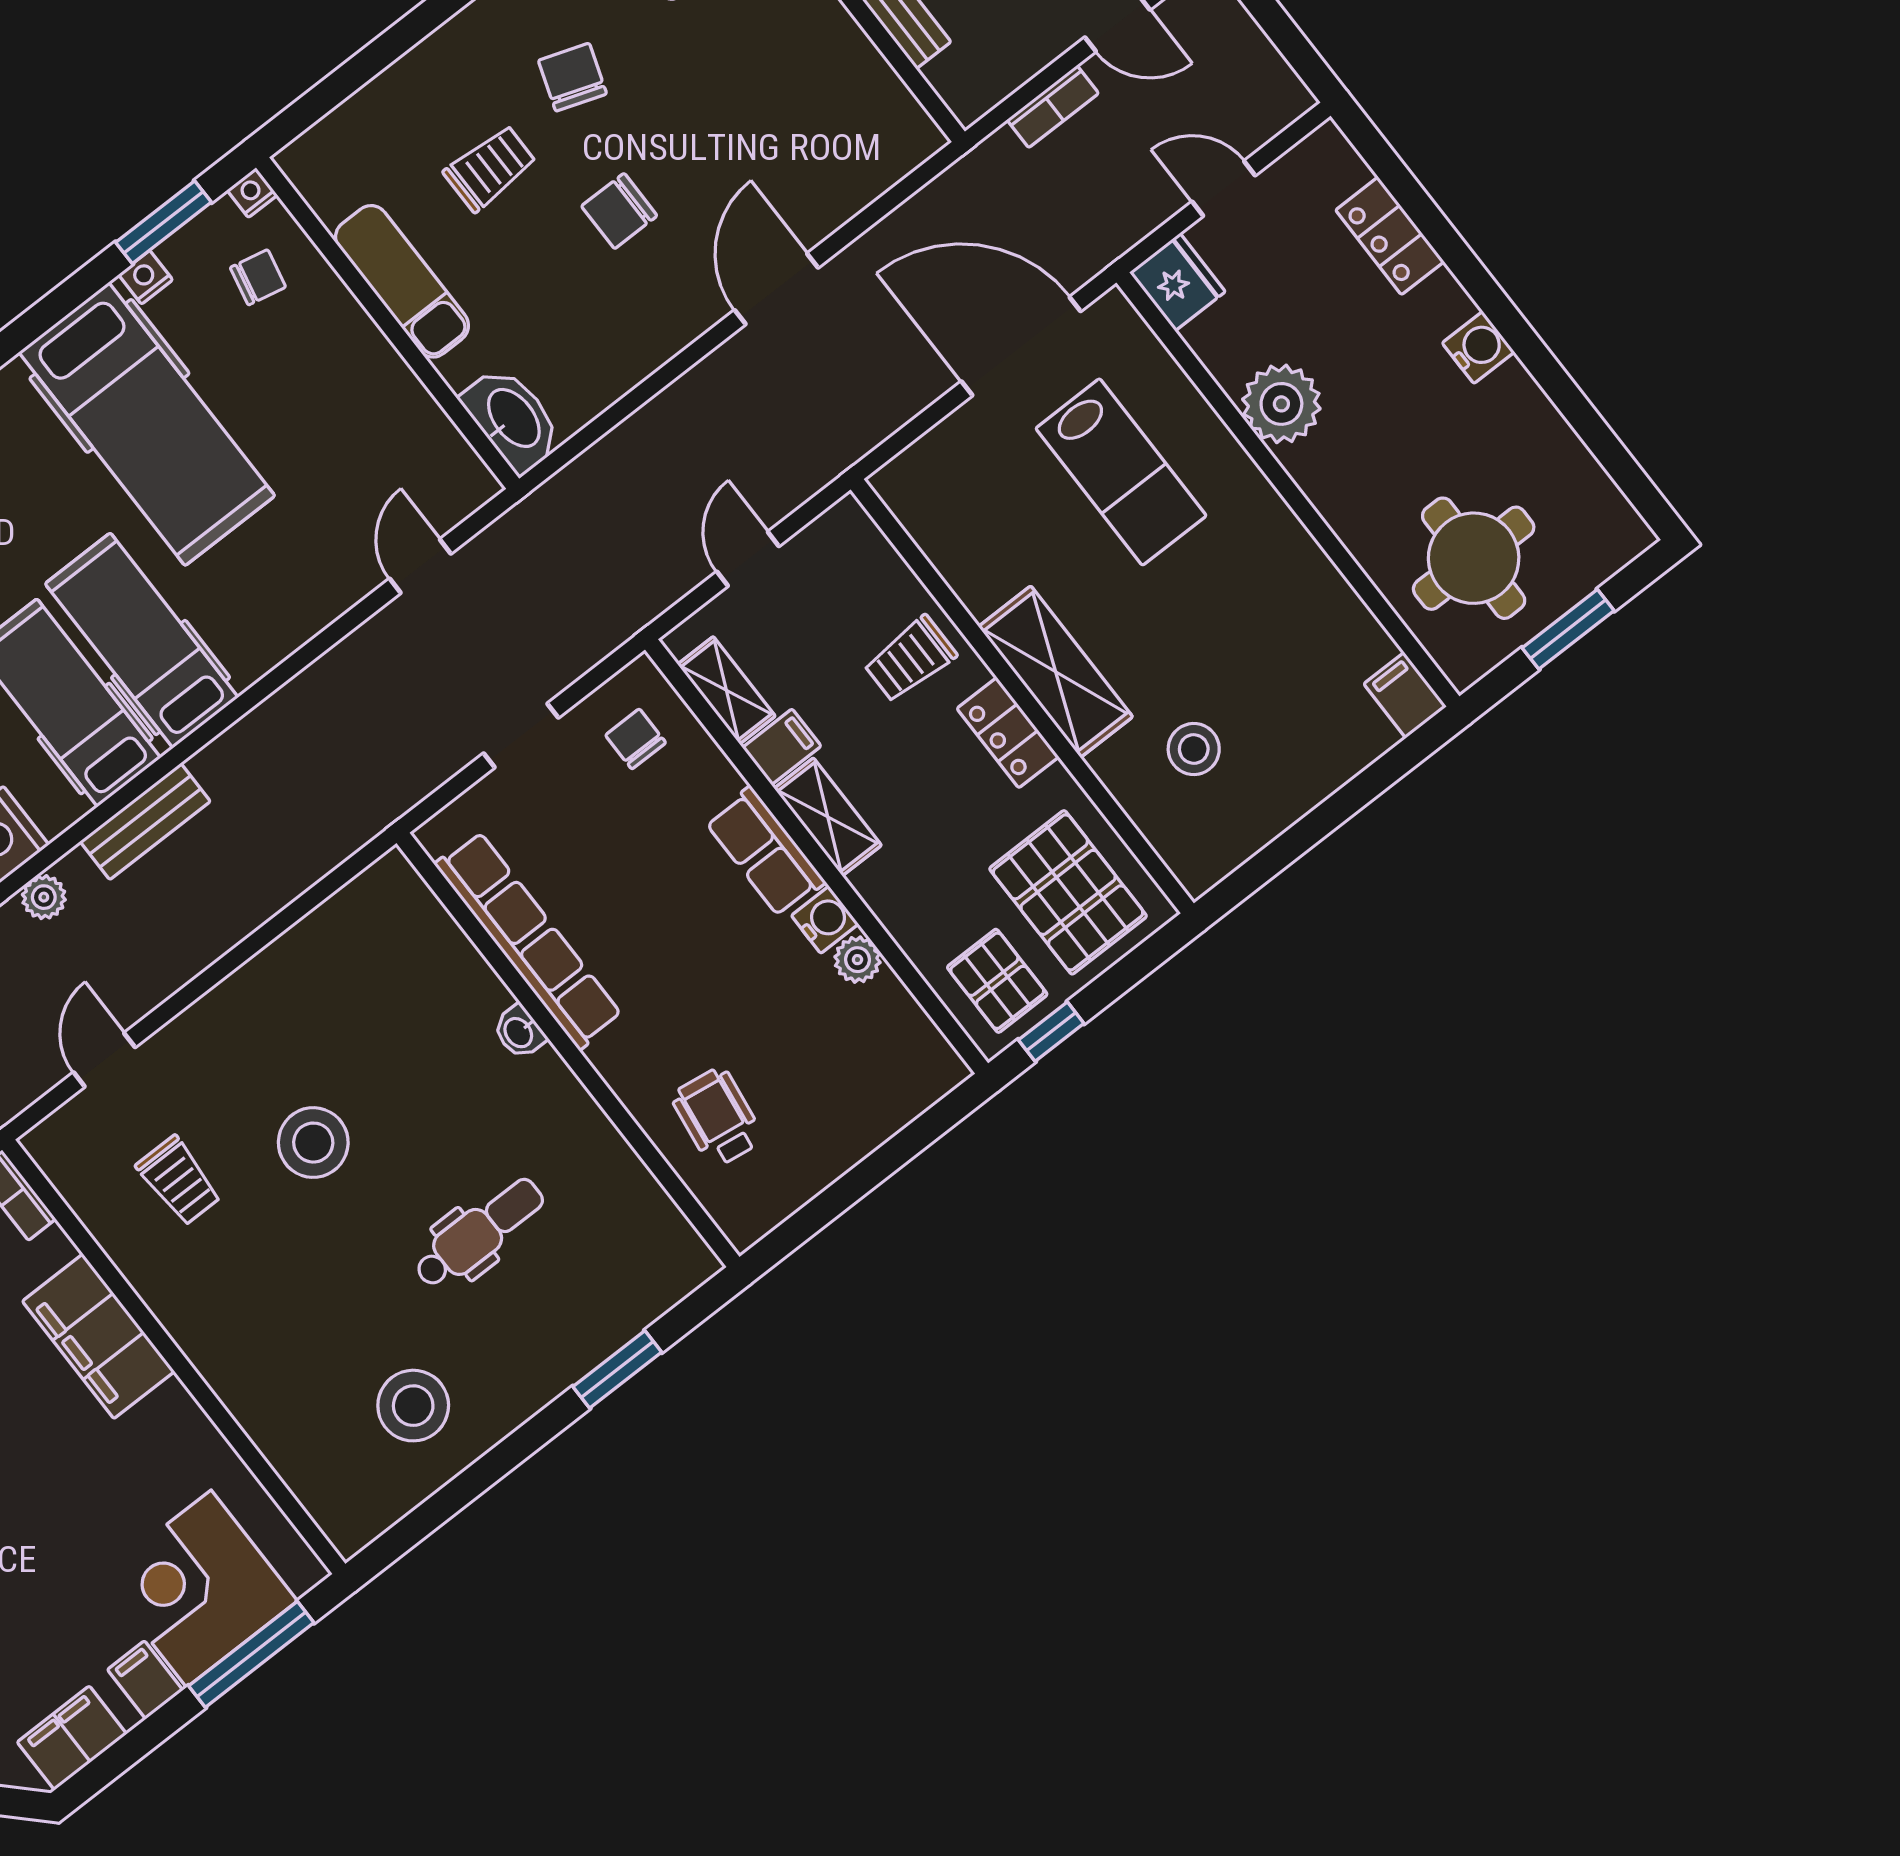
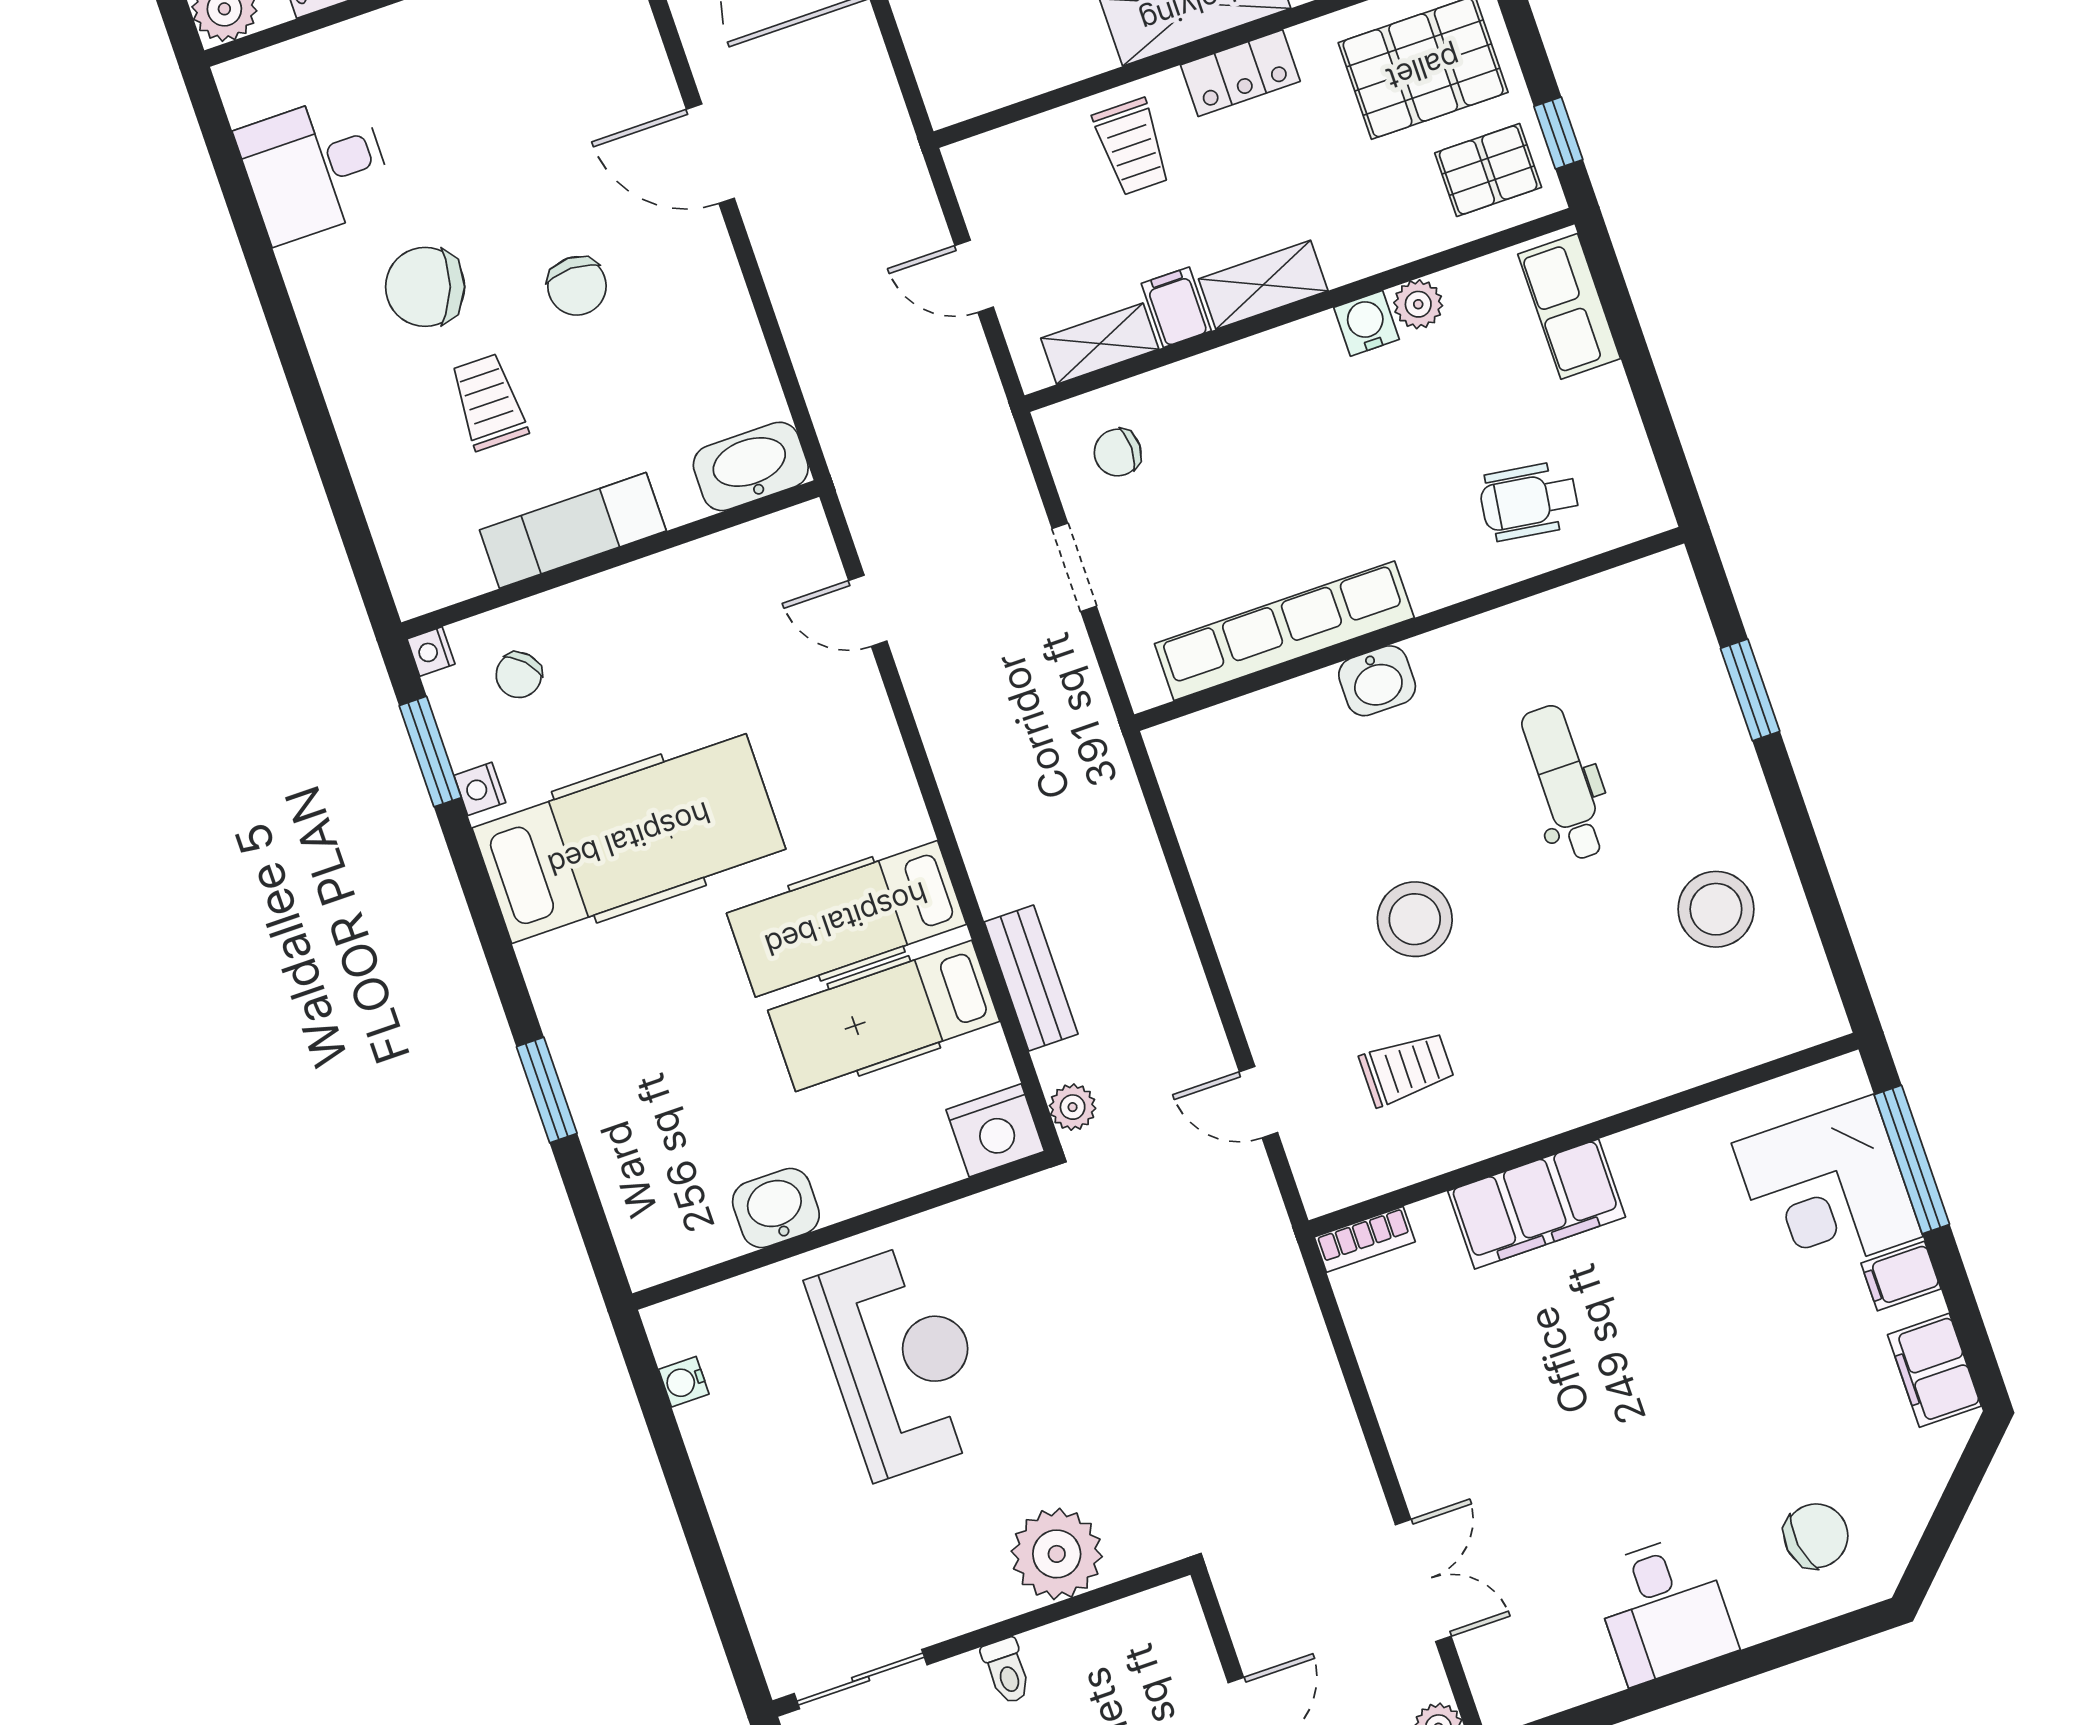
chair: (572, 77) -> (425, 287), width x1.37, depth x1.37
chair: (258, 277) -> (519, 675), turned -145
row of seats: (765, 852) -> (1569, 306), moved, turned 90
washbasin: (519, 1032) -> (1377, 681), width x1.38, depth x1.45

